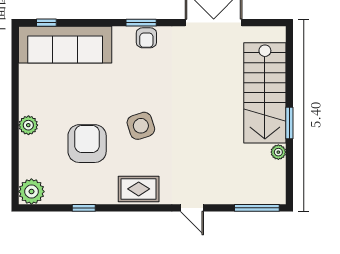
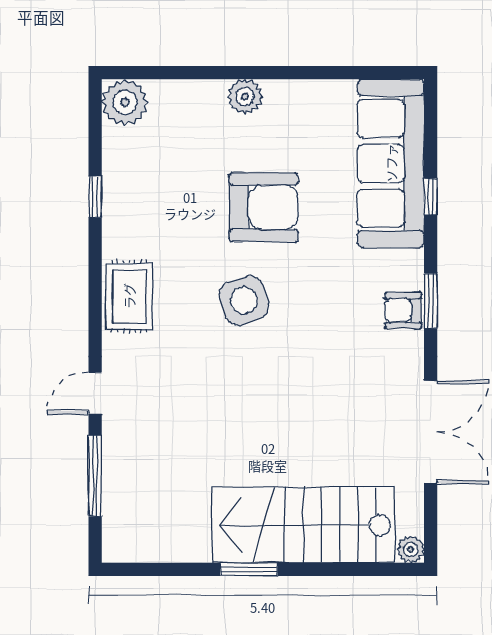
window: (46, 23) -> (431, 197), moved
armchair: (87, 144) -> (264, 207), moved
plant: (278, 152) -> (411, 549), moved
window: (257, 208) -> (95, 476), moved

